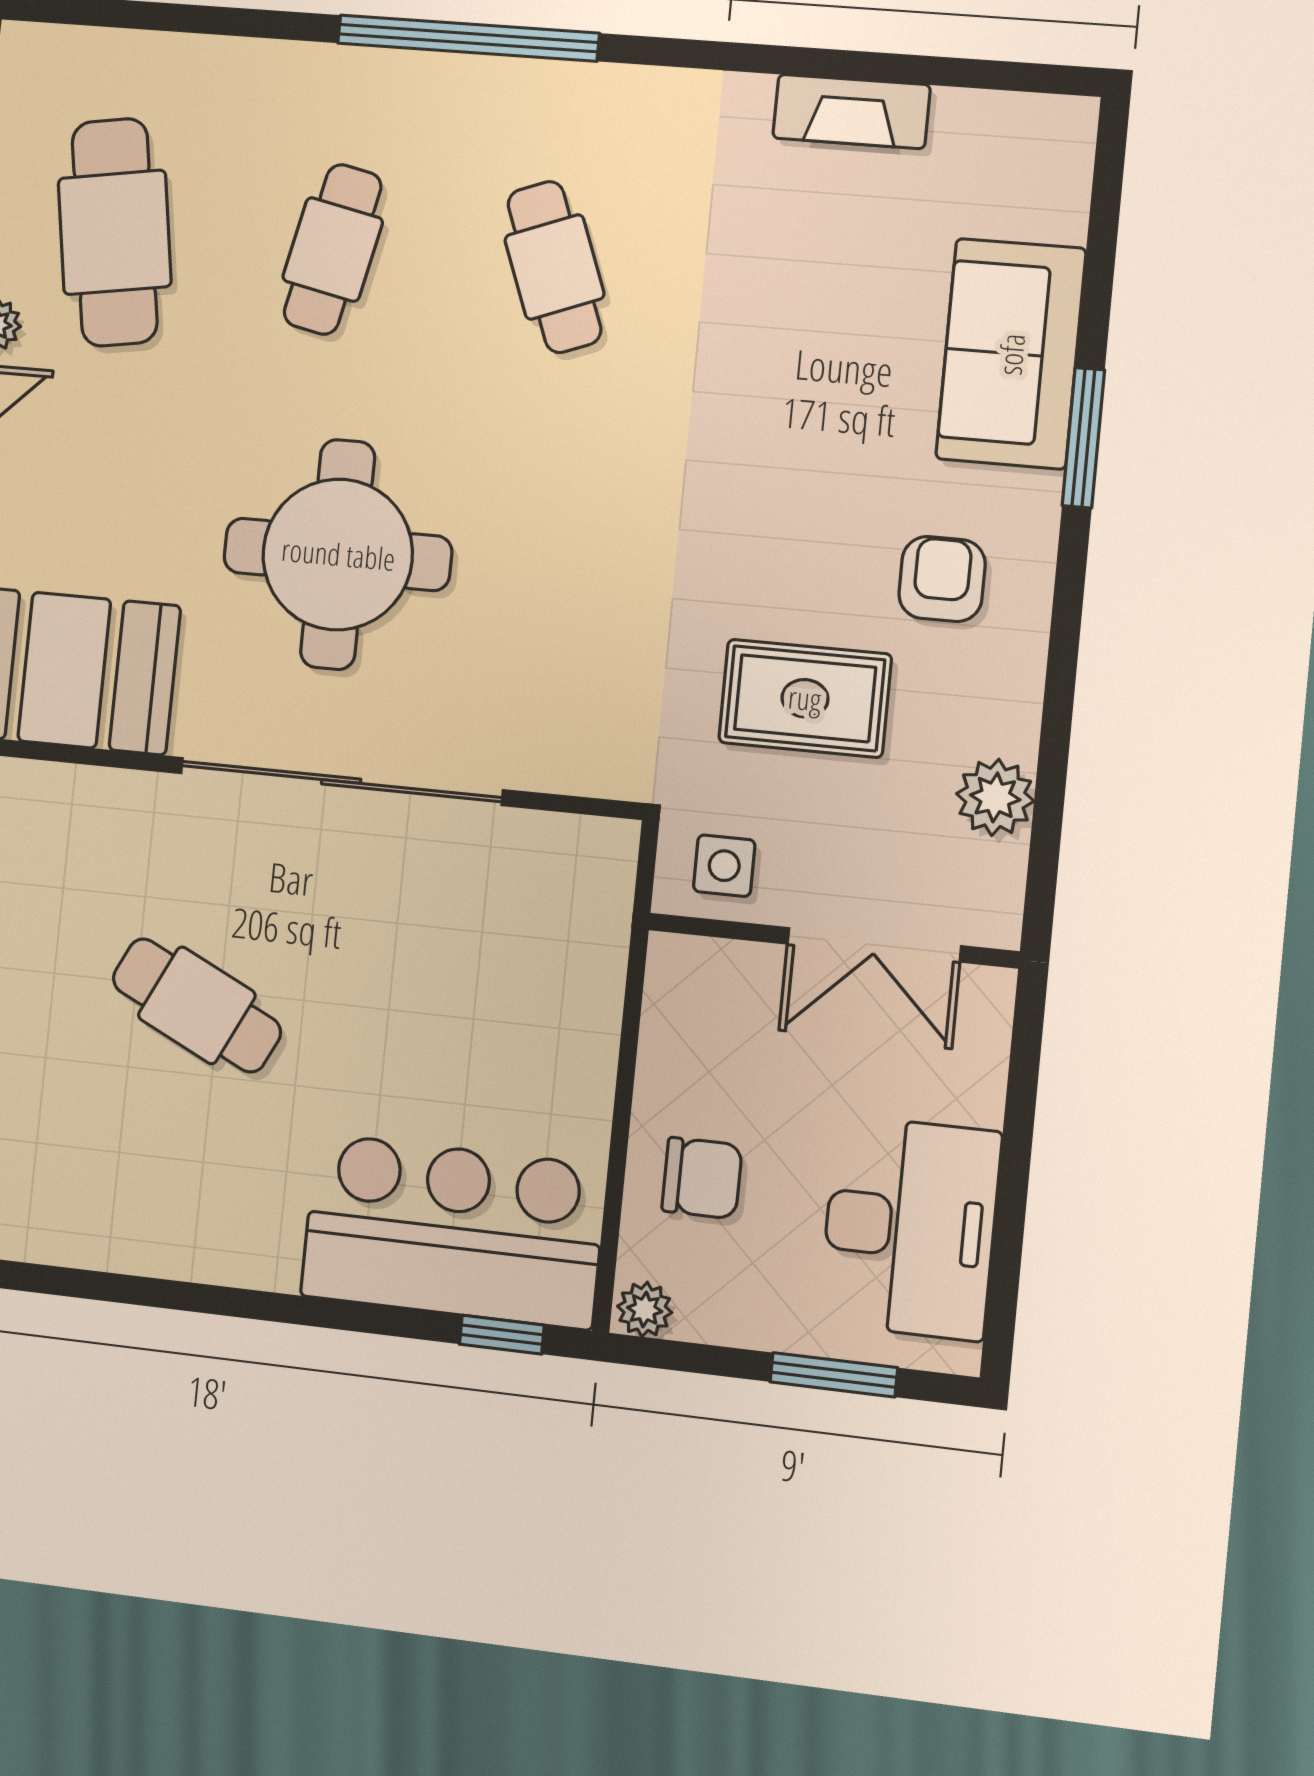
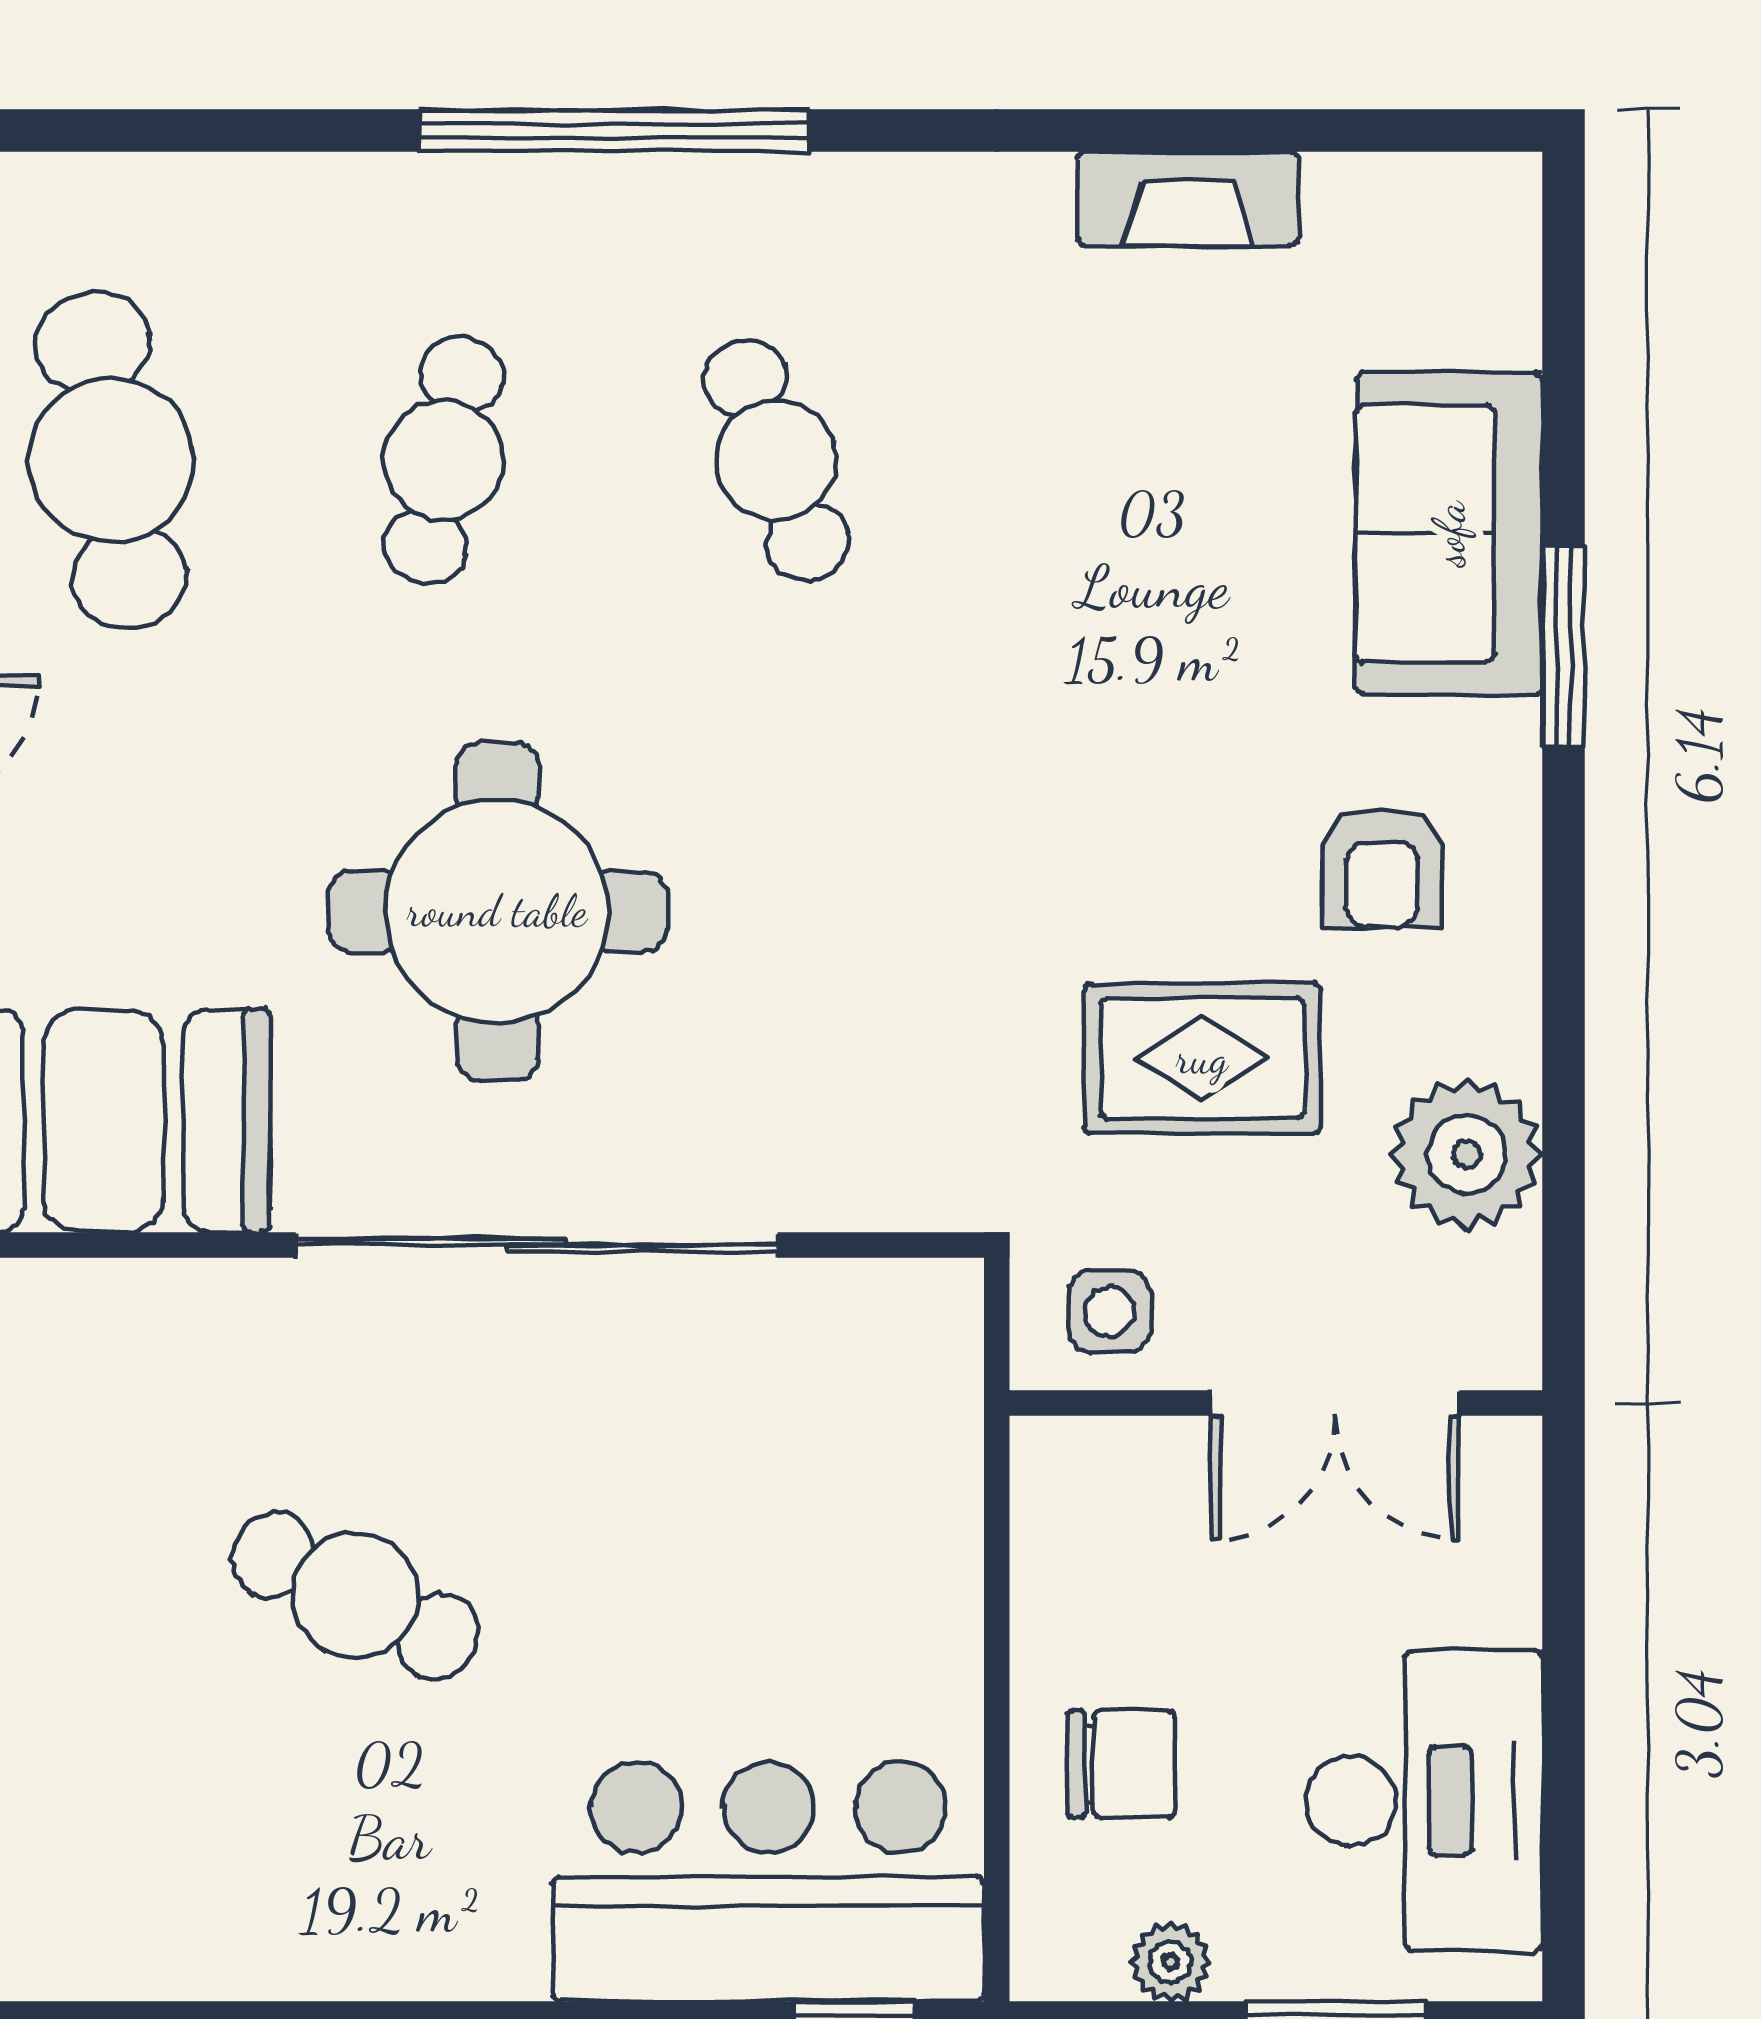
armchair: (942, 579) -> (1382, 868), turned 180
plant: (995, 797) -> (1467, 1154), width x1.36, depth x1.36
plant: (645, 1309) -> (1170, 1962), moved

